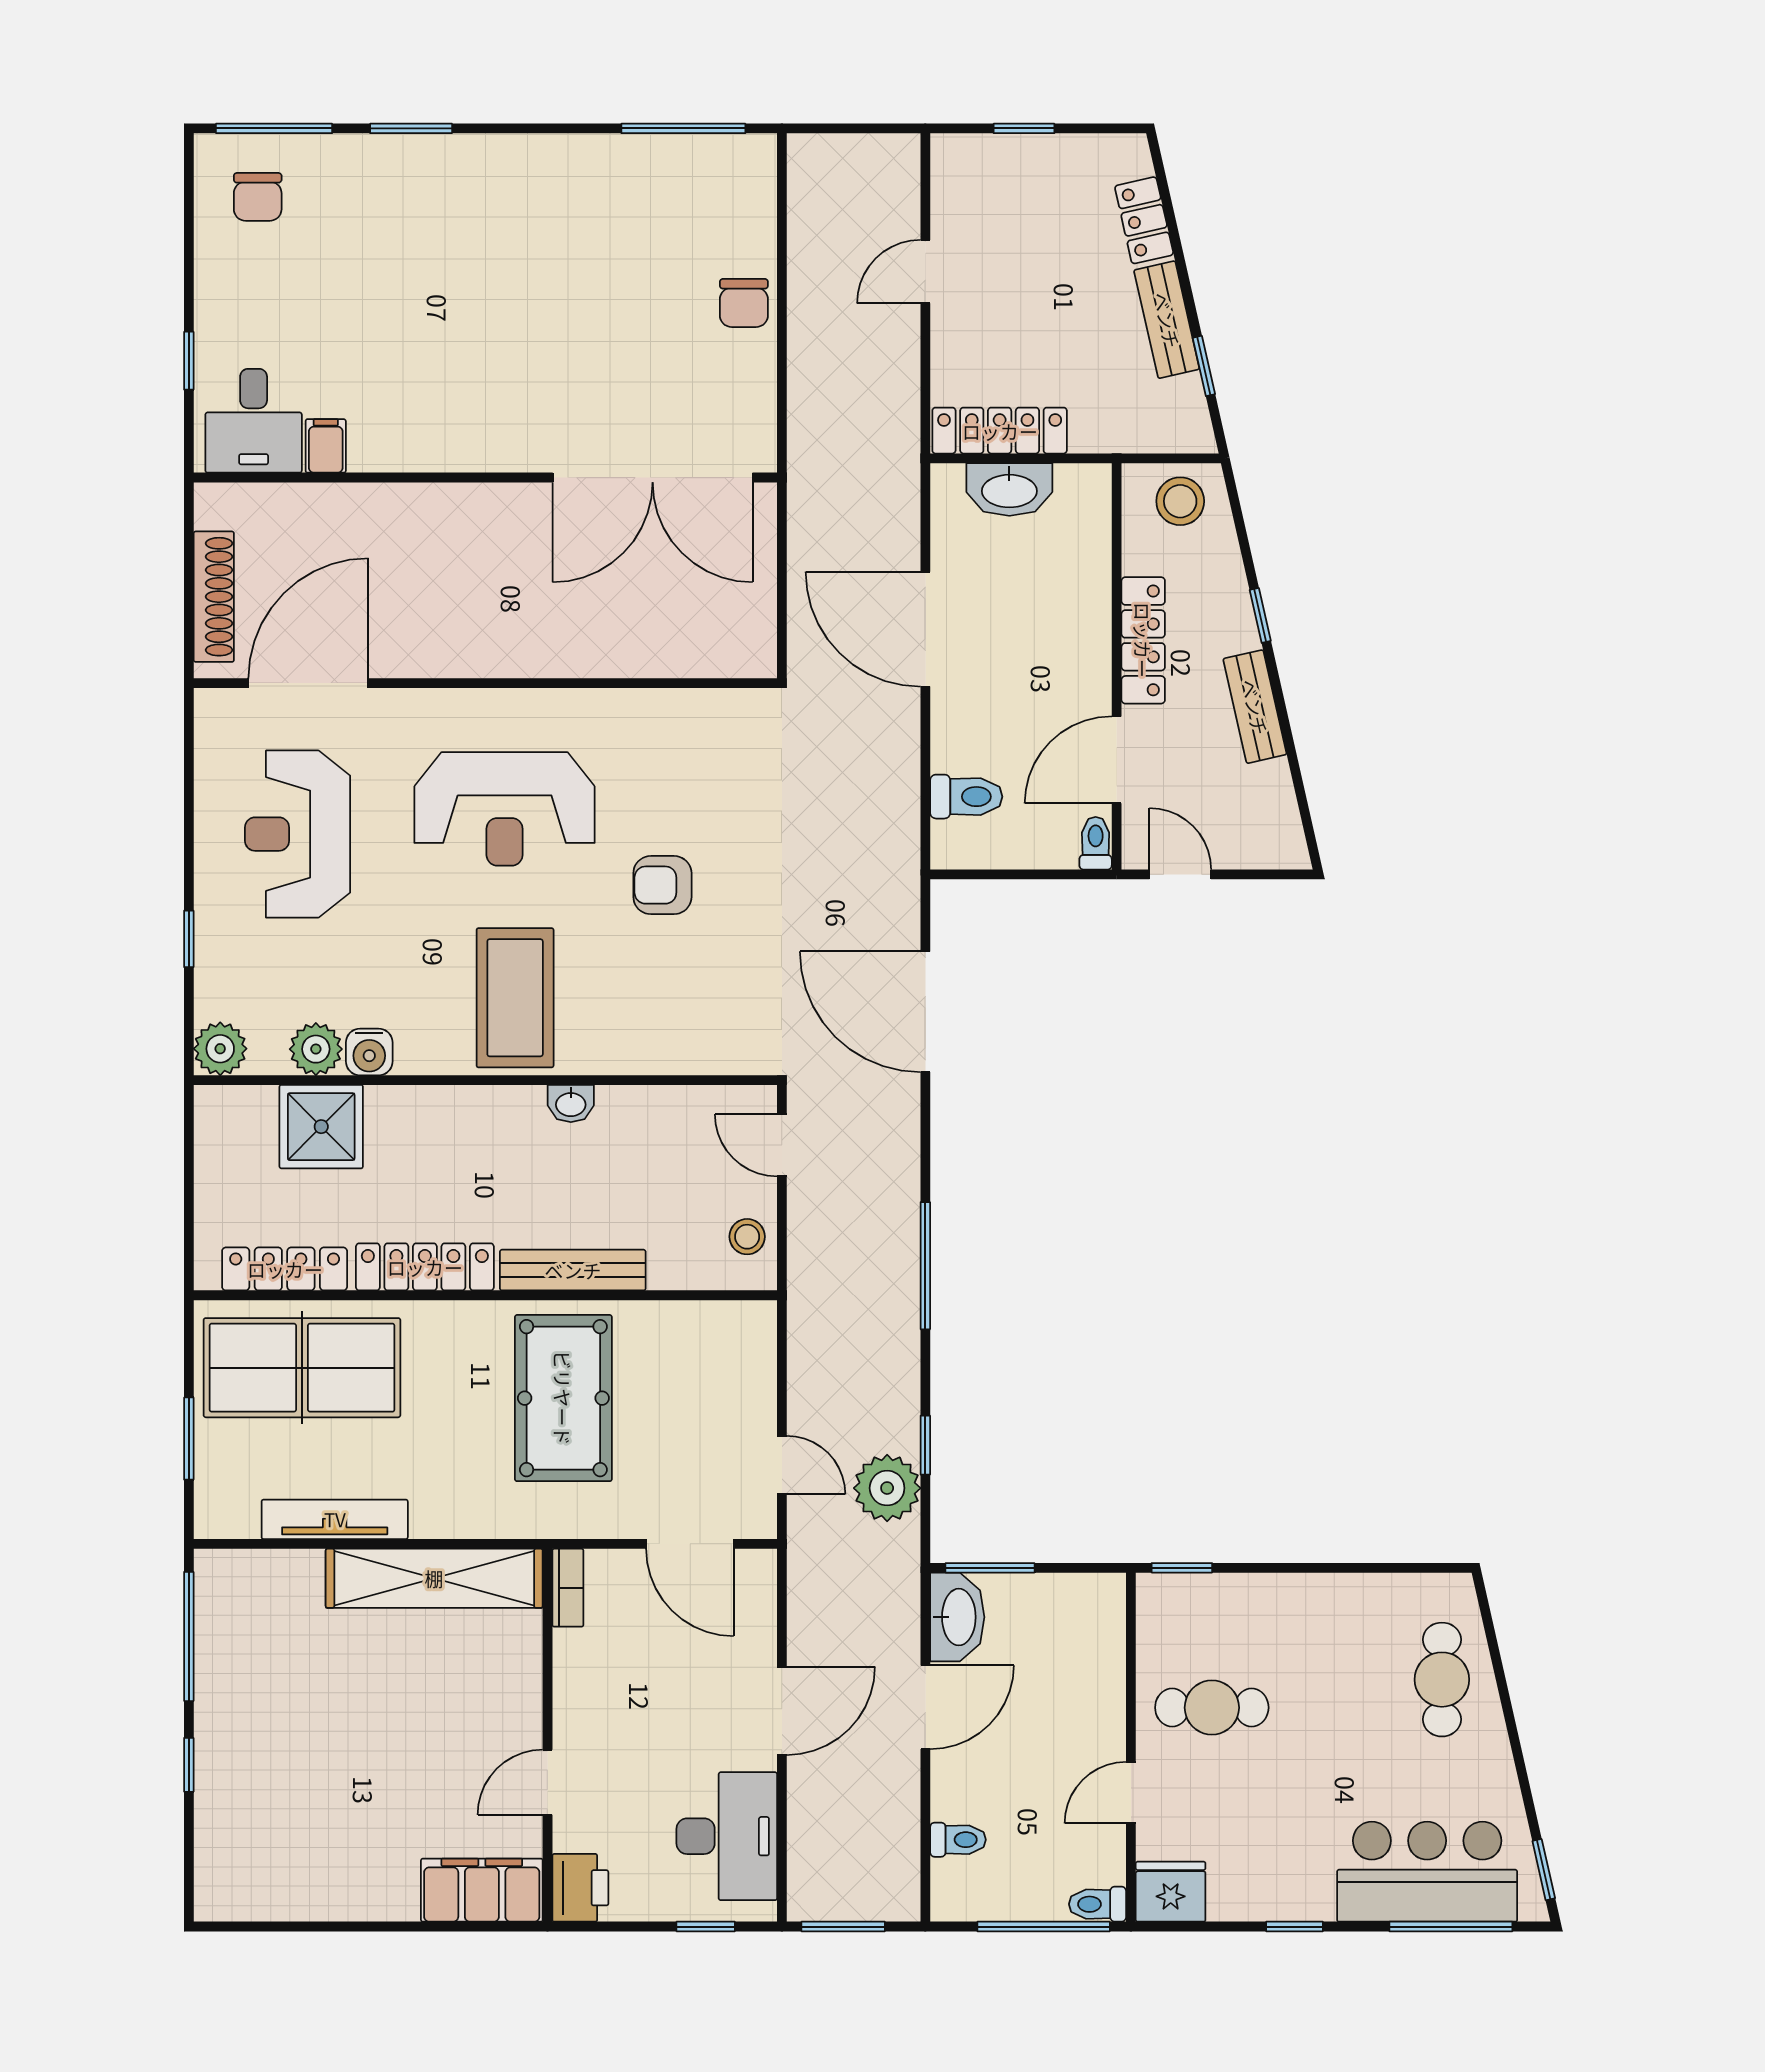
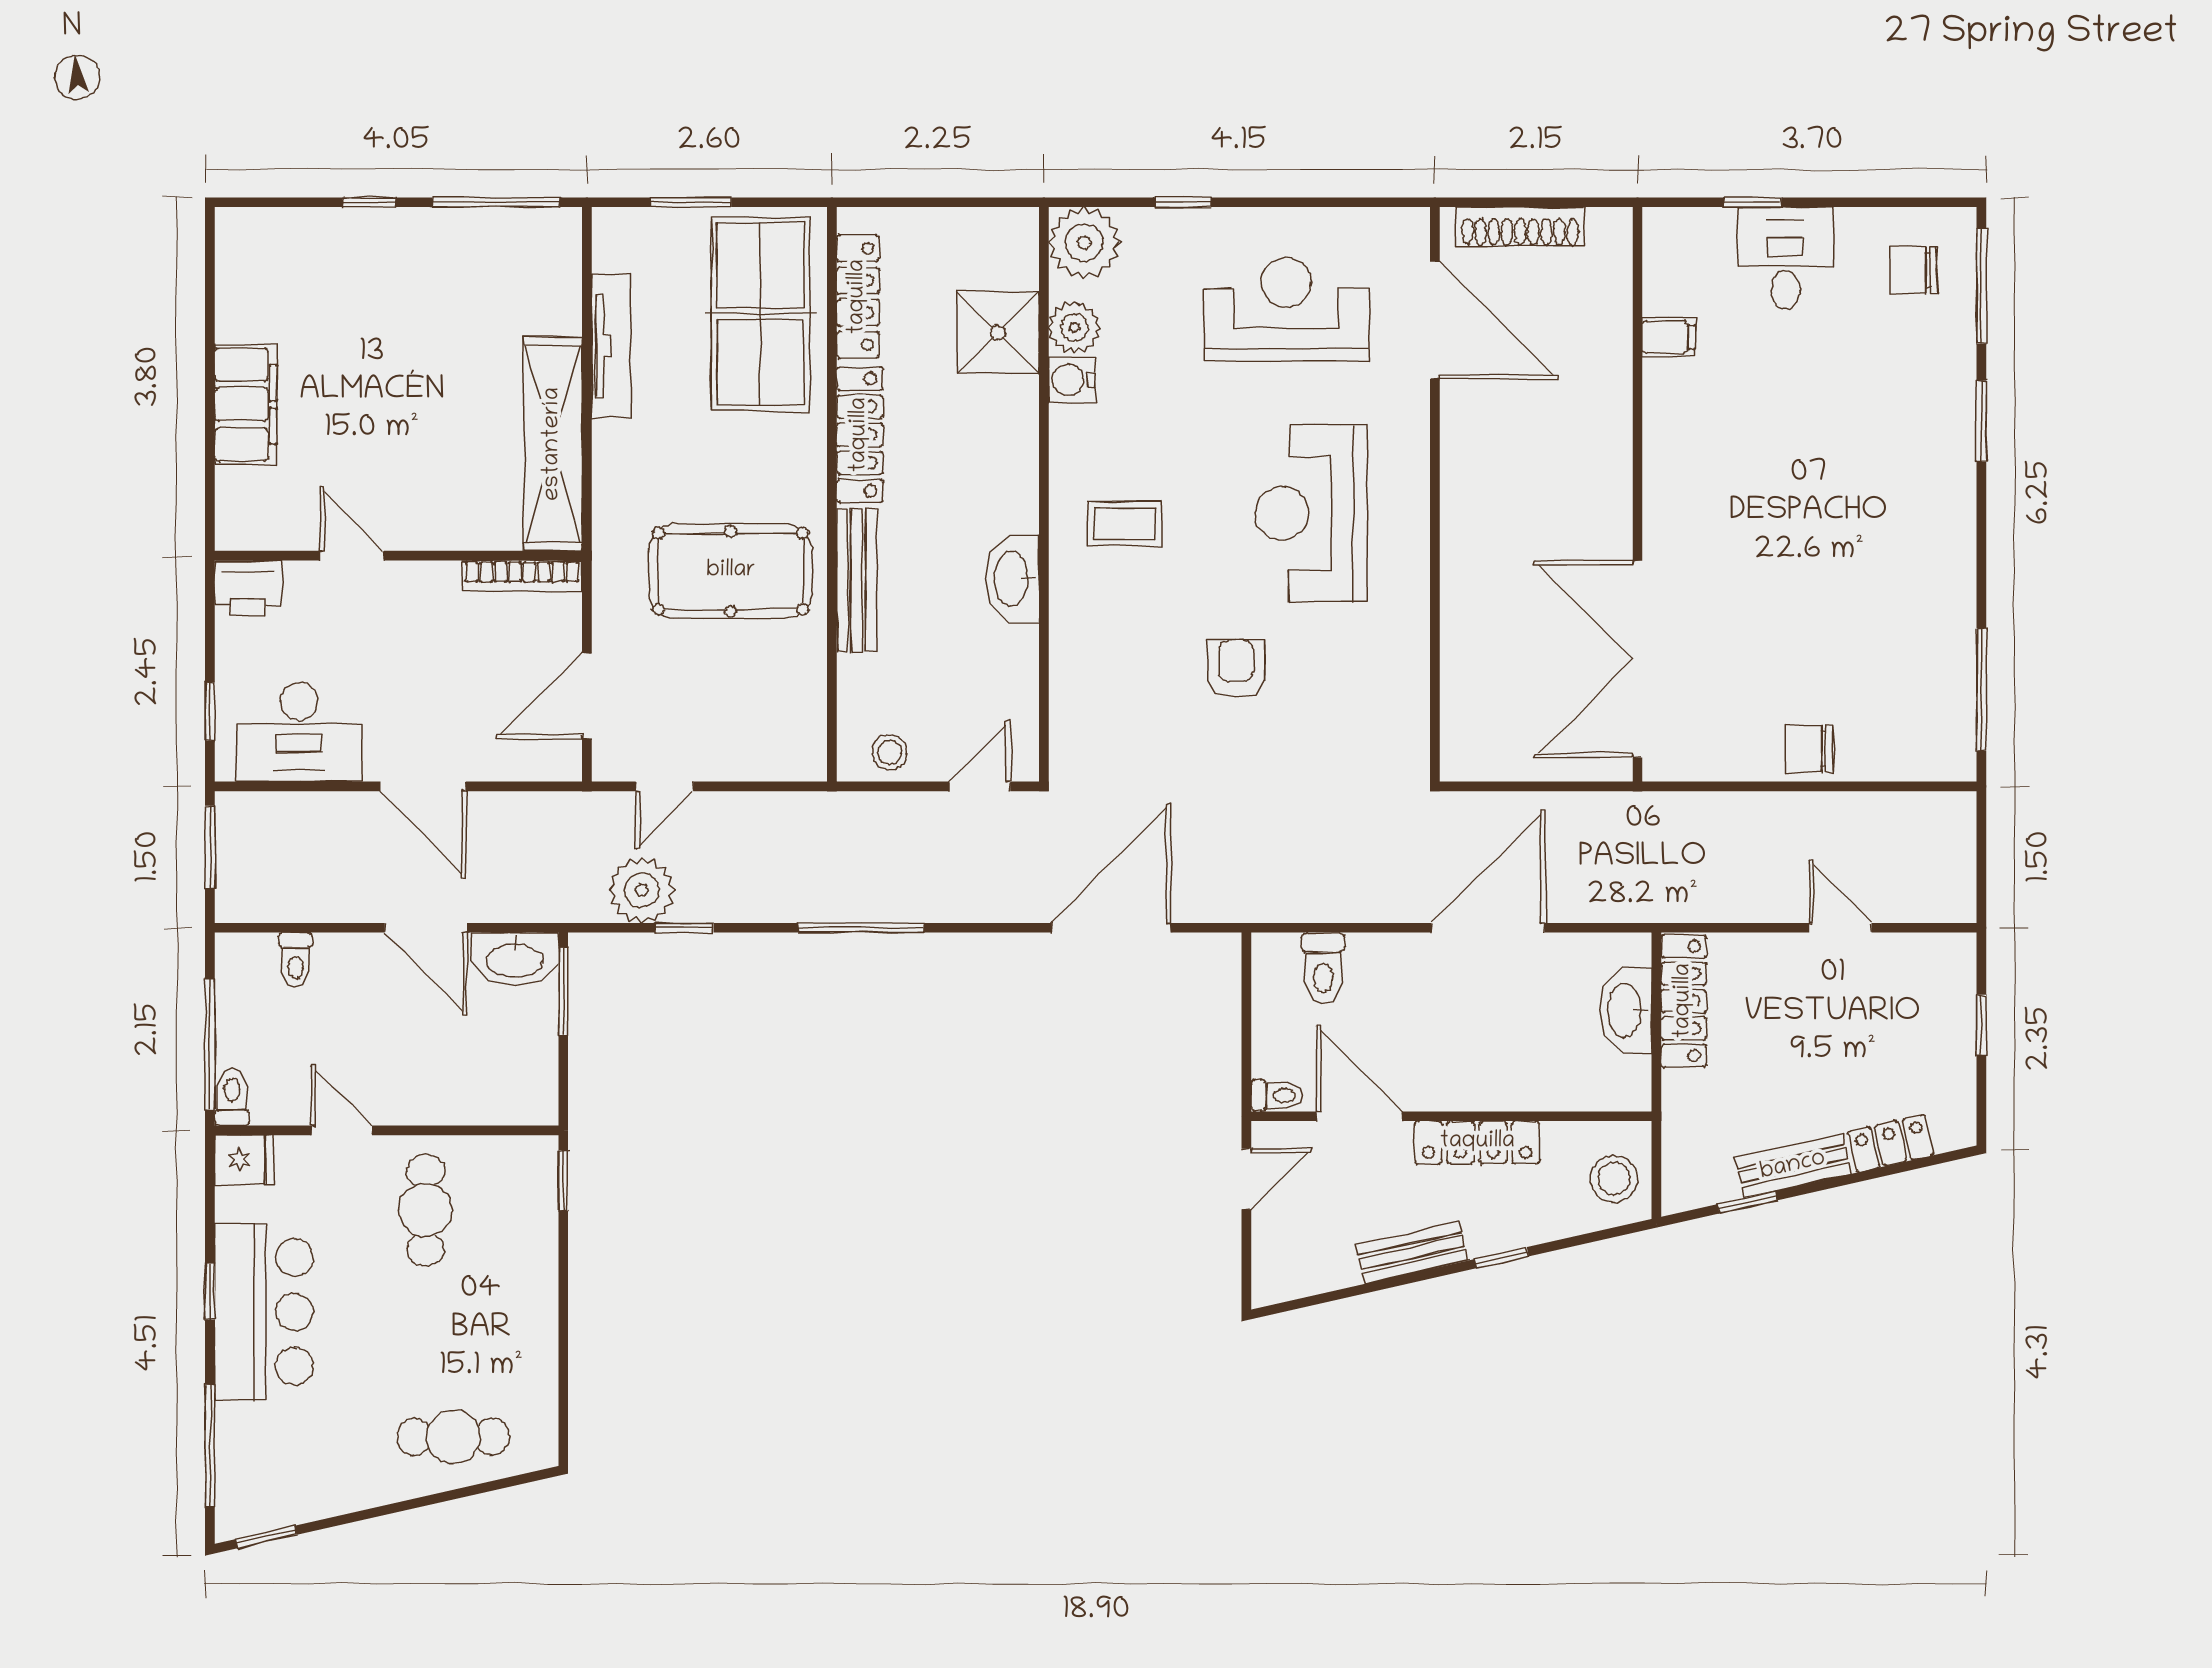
desk: (254, 421) -> (1786, 258), moved, turned 90
coffee table: (515, 998) -> (1125, 524), width x0.54, depth x0.58
plant: (220, 1049) -> (1084, 243), width x1.36, depth x1.36
washbasin: (571, 1104) -> (1013, 578), width x1.91, depth x1.45
bookcase: (568, 1588) -> (522, 576), width x1.56
bar counter: (1427, 1872) -> (264, 1312), moved
filing cabinet: (482, 1890) -> (246, 404), moved
fridge: (1171, 1892) -> (244, 1160), width x0.72

